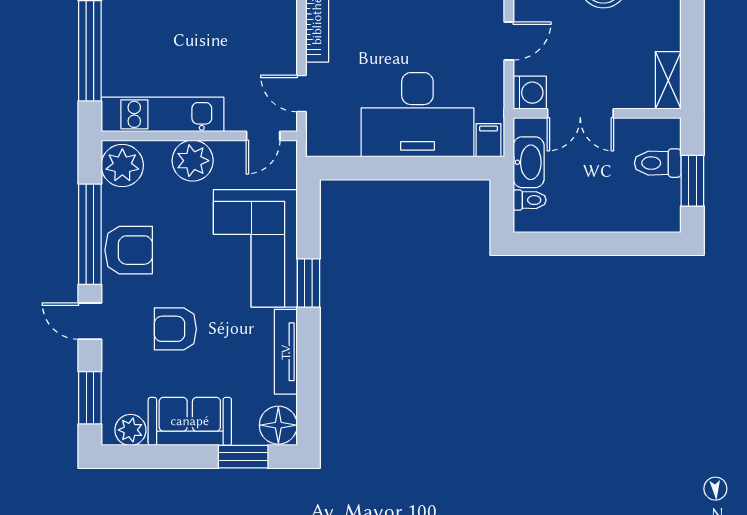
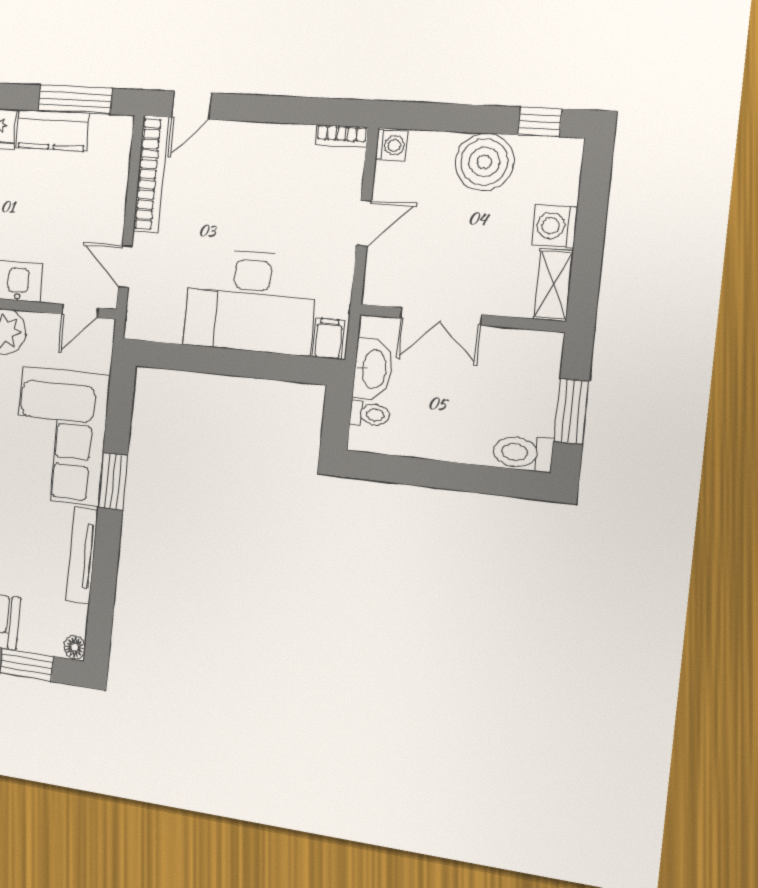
washing machine: (530, 93) -> (555, 226), moved, turned 180
toilet: (658, 163) -> (523, 453), moved
floor lamp: (278, 425) -> (75, 647), width x0.53, depth x0.53

